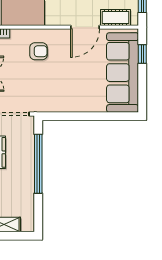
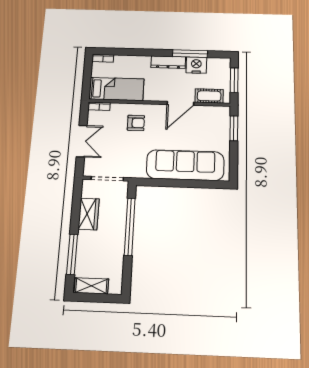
window: (142, 54) -> (234, 128), width x1.50
sofa: (123, 73) -> (185, 165), moved, turned 90

